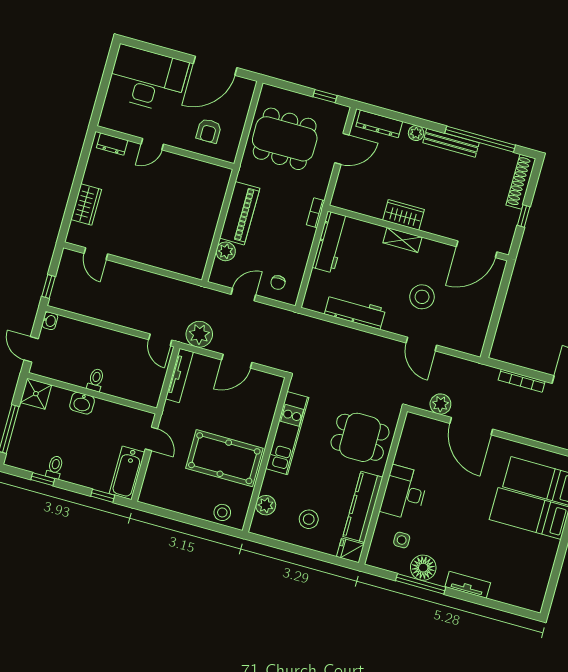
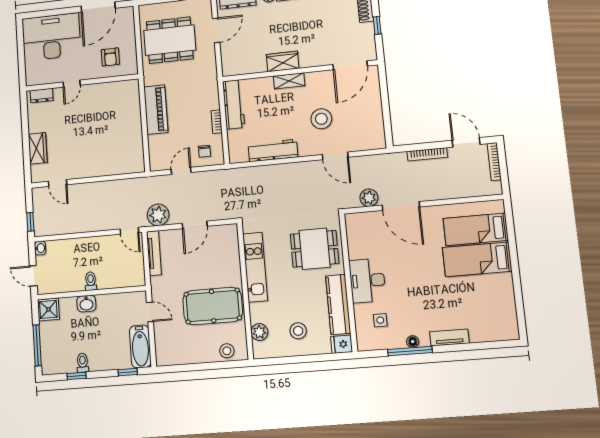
bookcase: (316, 213) -> (217, 122), moved
plant: (226, 251) -> (156, 143), removed
floor lamp: (423, 568) -> (413, 342), width x0.53, depth x0.53

